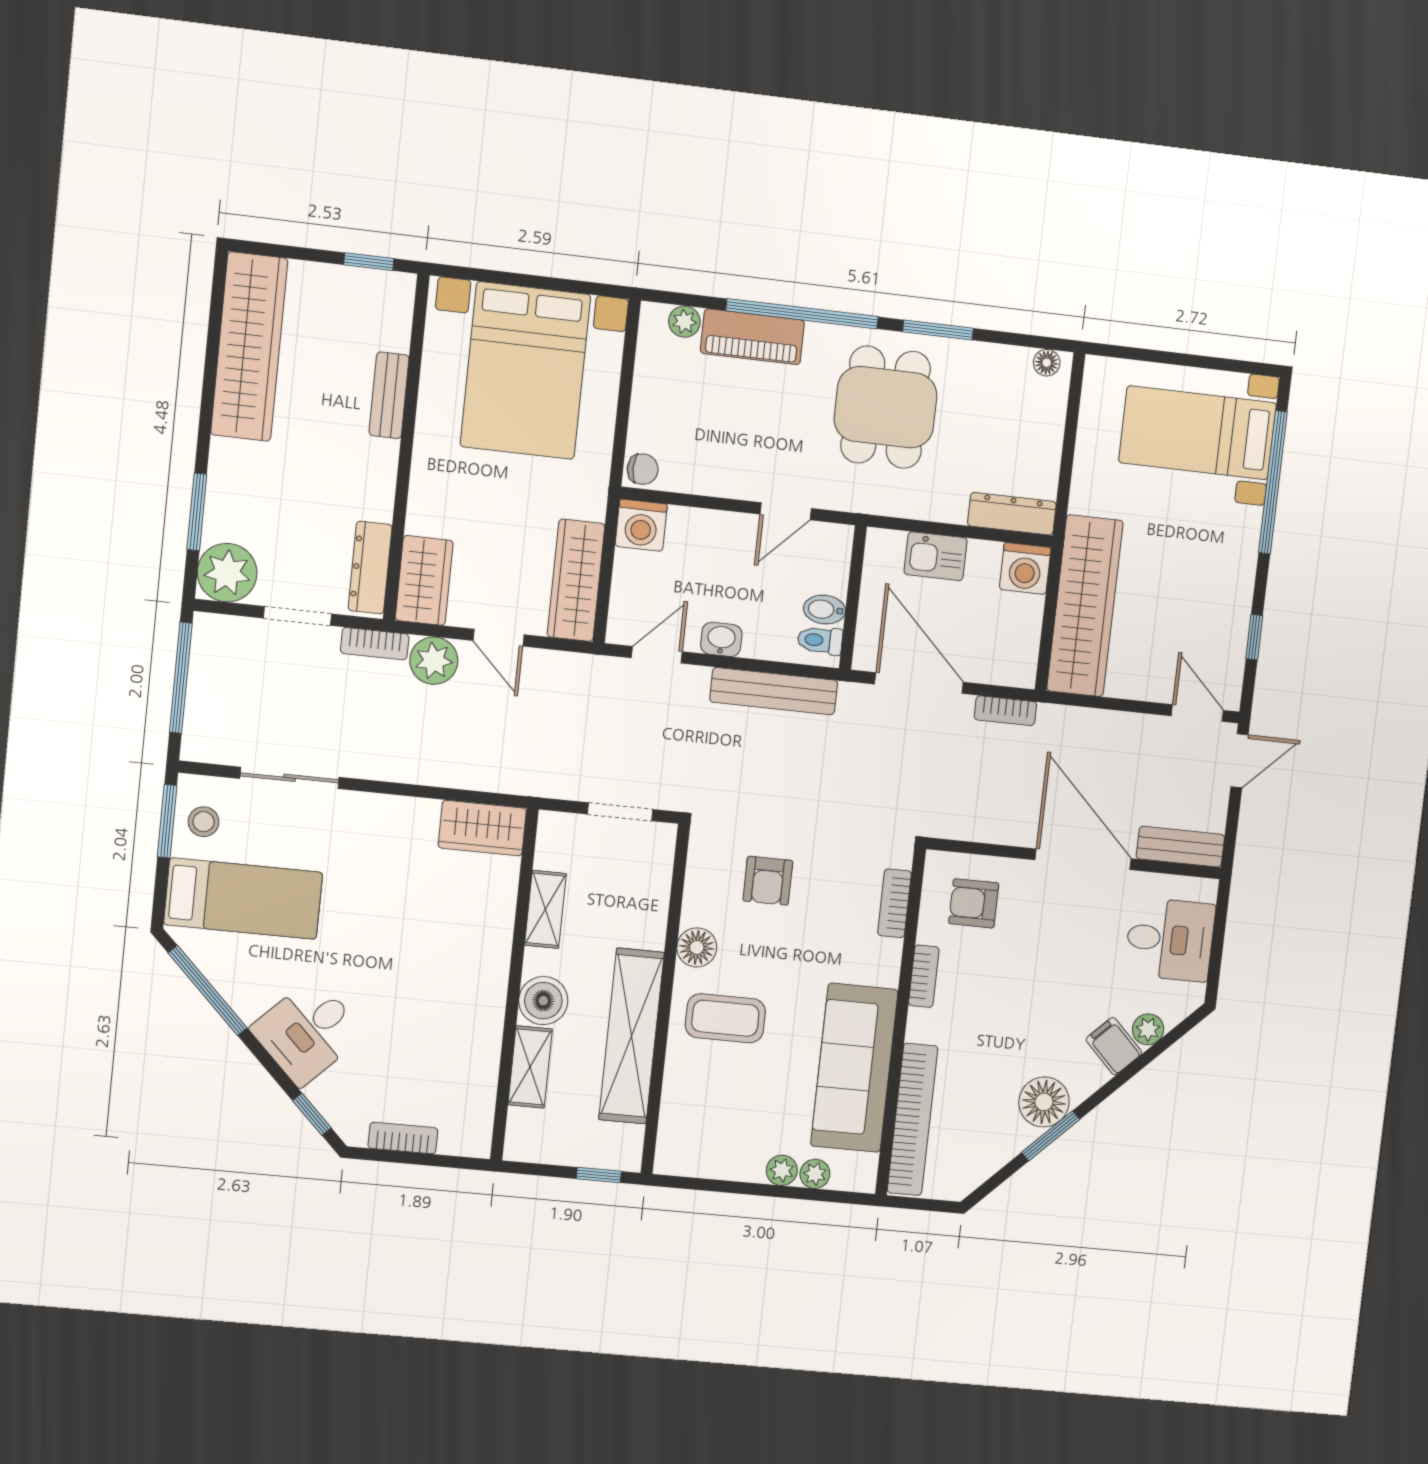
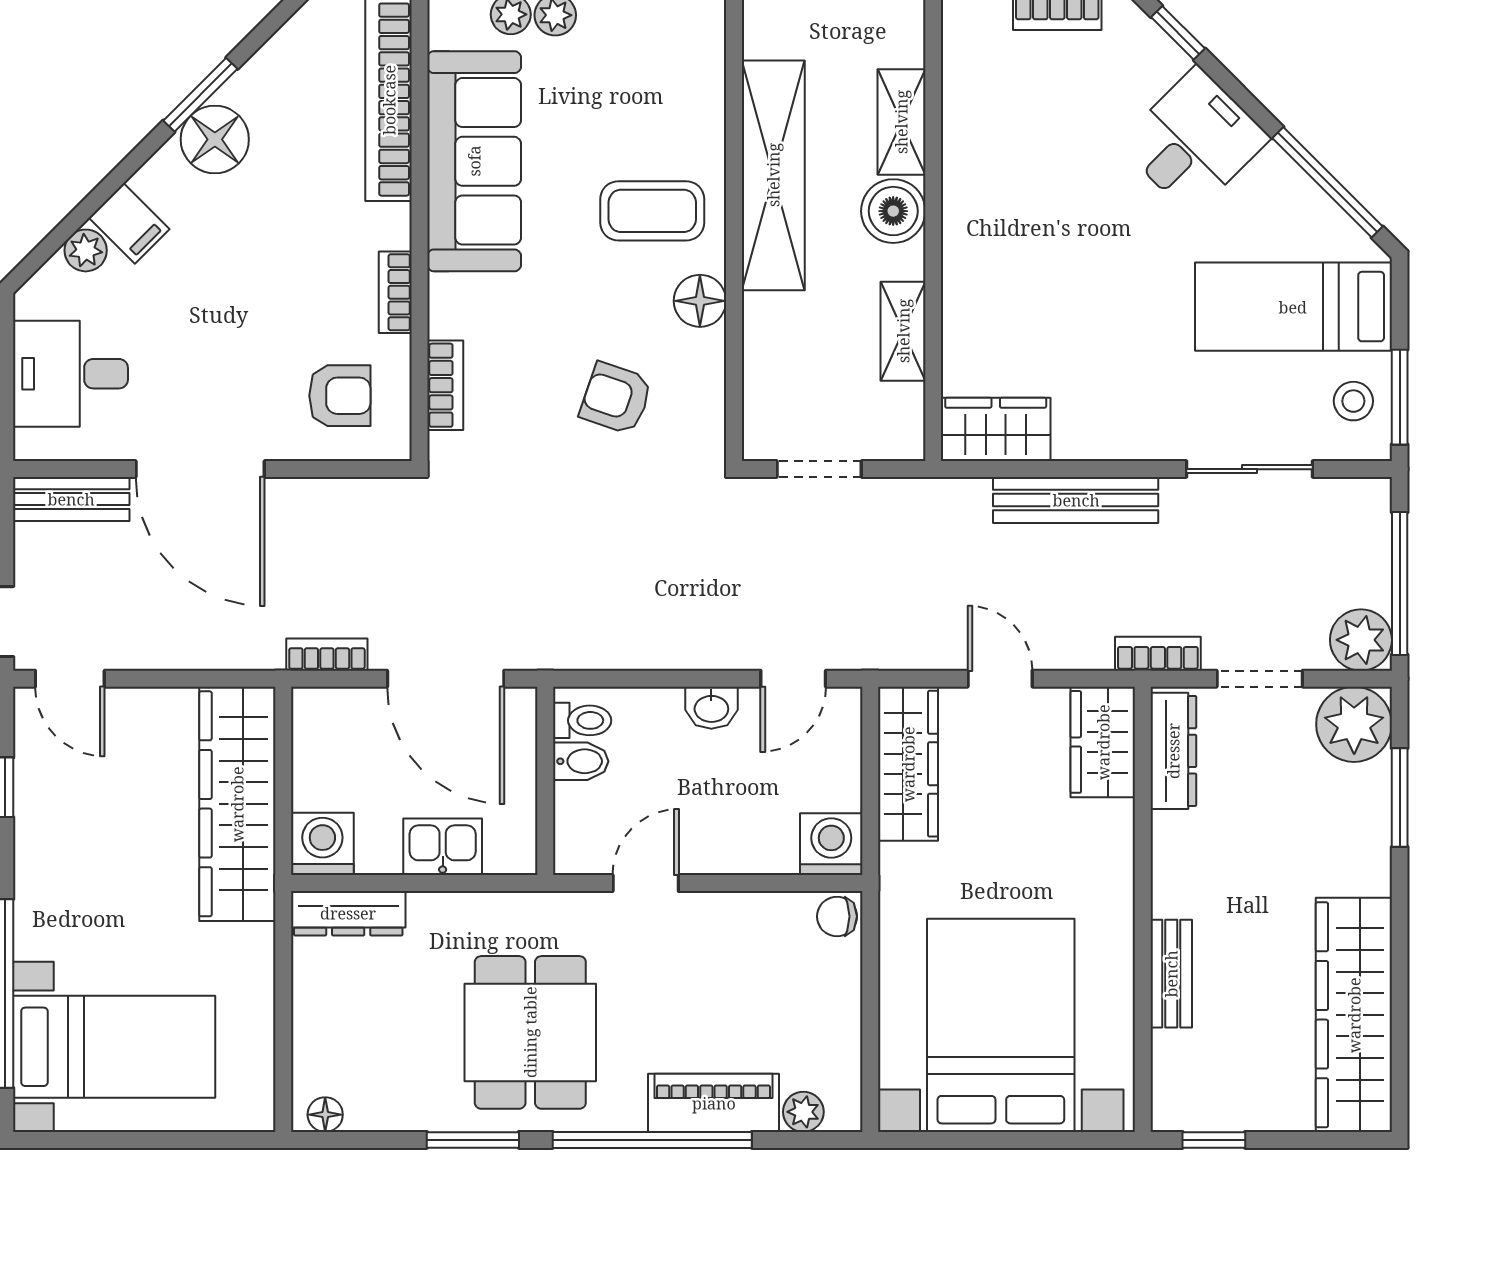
plant: (434, 661) -> (1361, 640), moved
bench: (774, 691) -> (1076, 500), moved
armchair: (768, 881) -> (616, 398), turned -71

